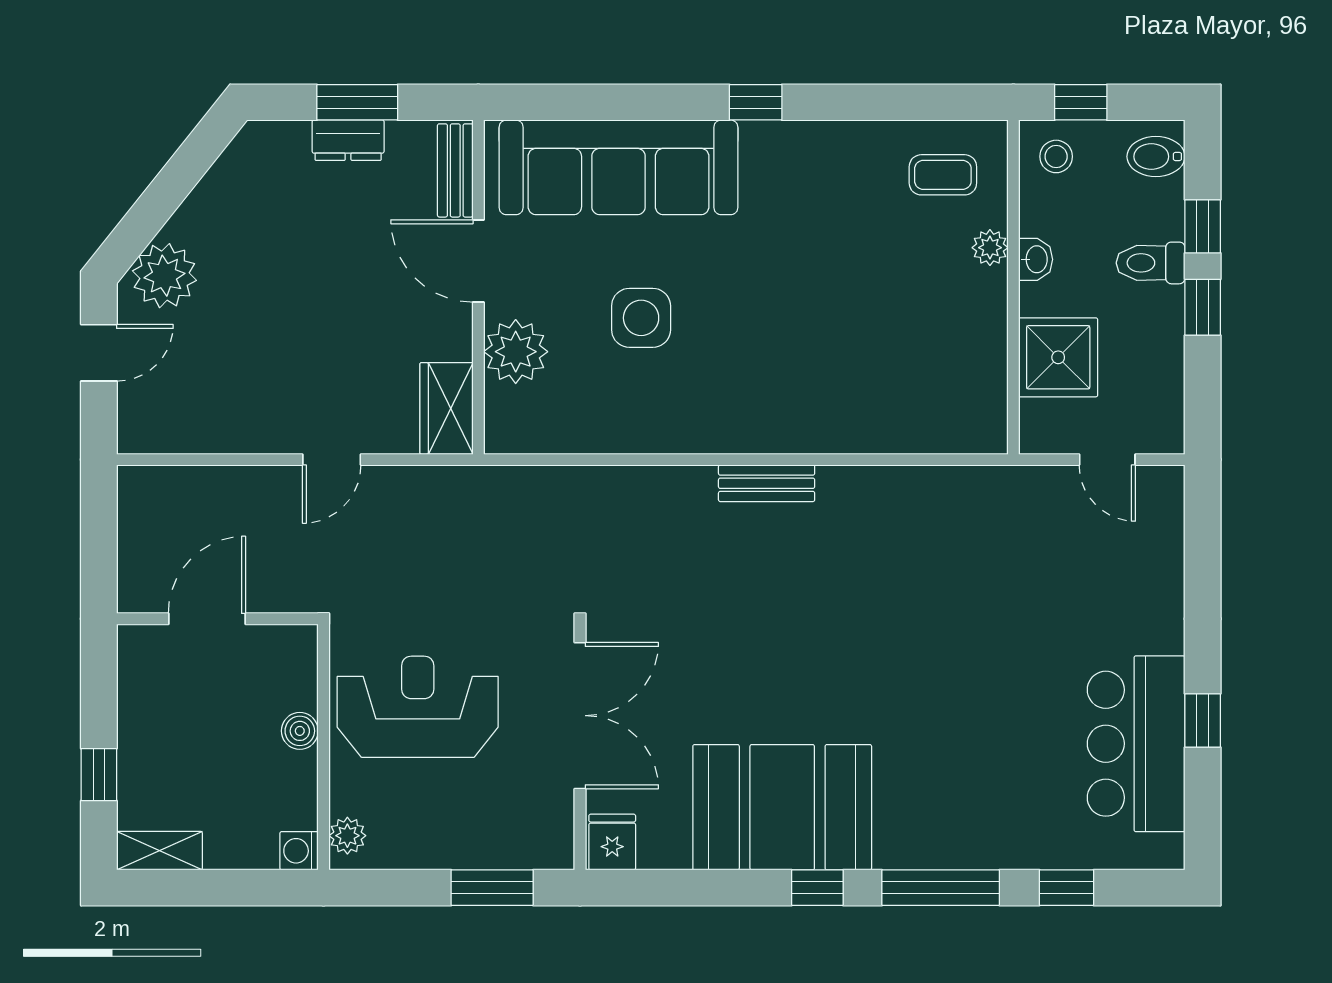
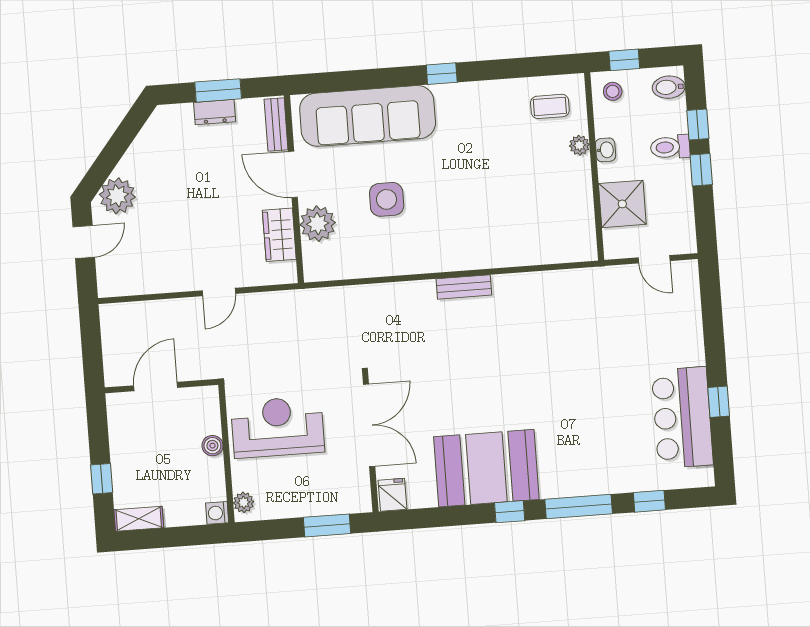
wardrobe: (446, 408) -> (279, 235), moved

